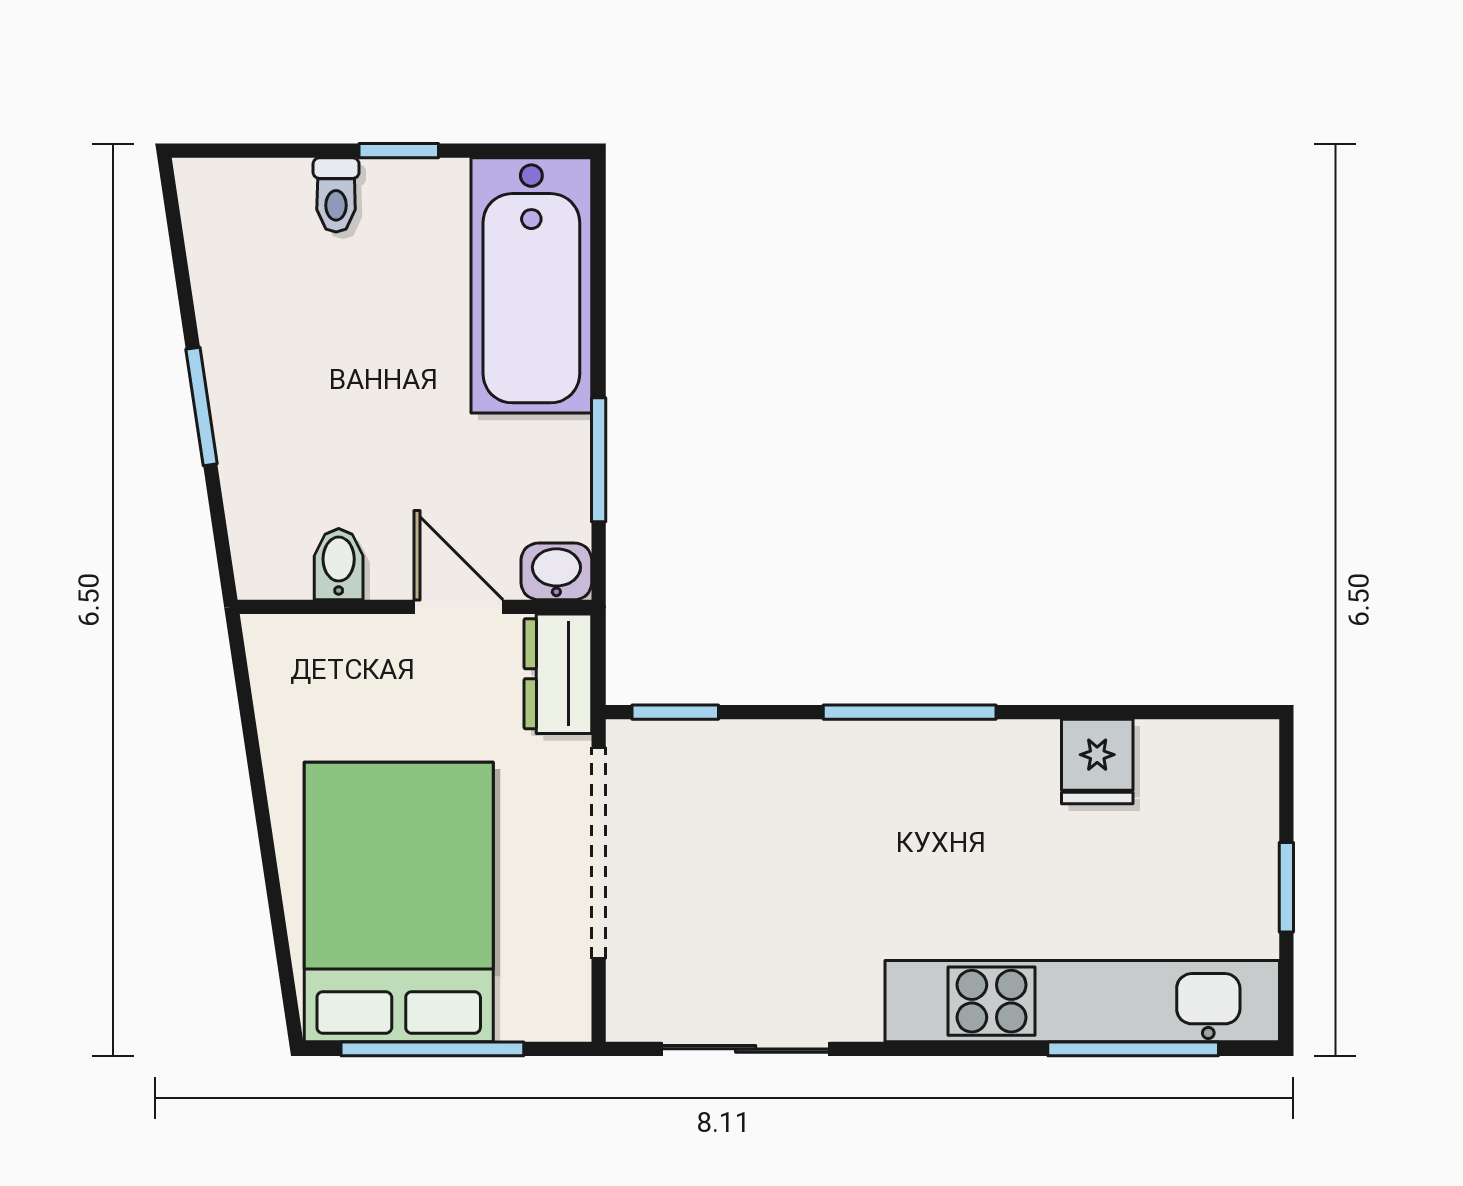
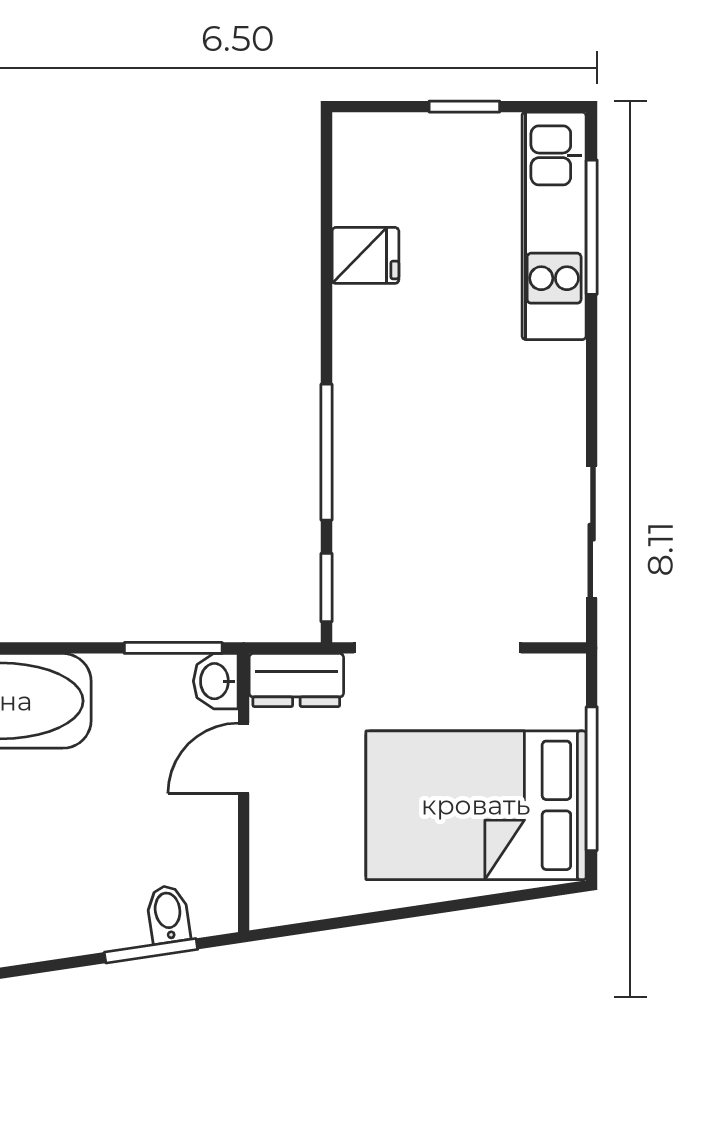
window: (202, 407) -> (151, 951), moved
window: (599, 460) -> (173, 648), moved
bidet: (339, 564) -> (168, 914), moved, turned 82
window: (910, 712) -> (327, 452), moved
kitchen unit: (1082, 1001) -> (554, 226), width x0.73

